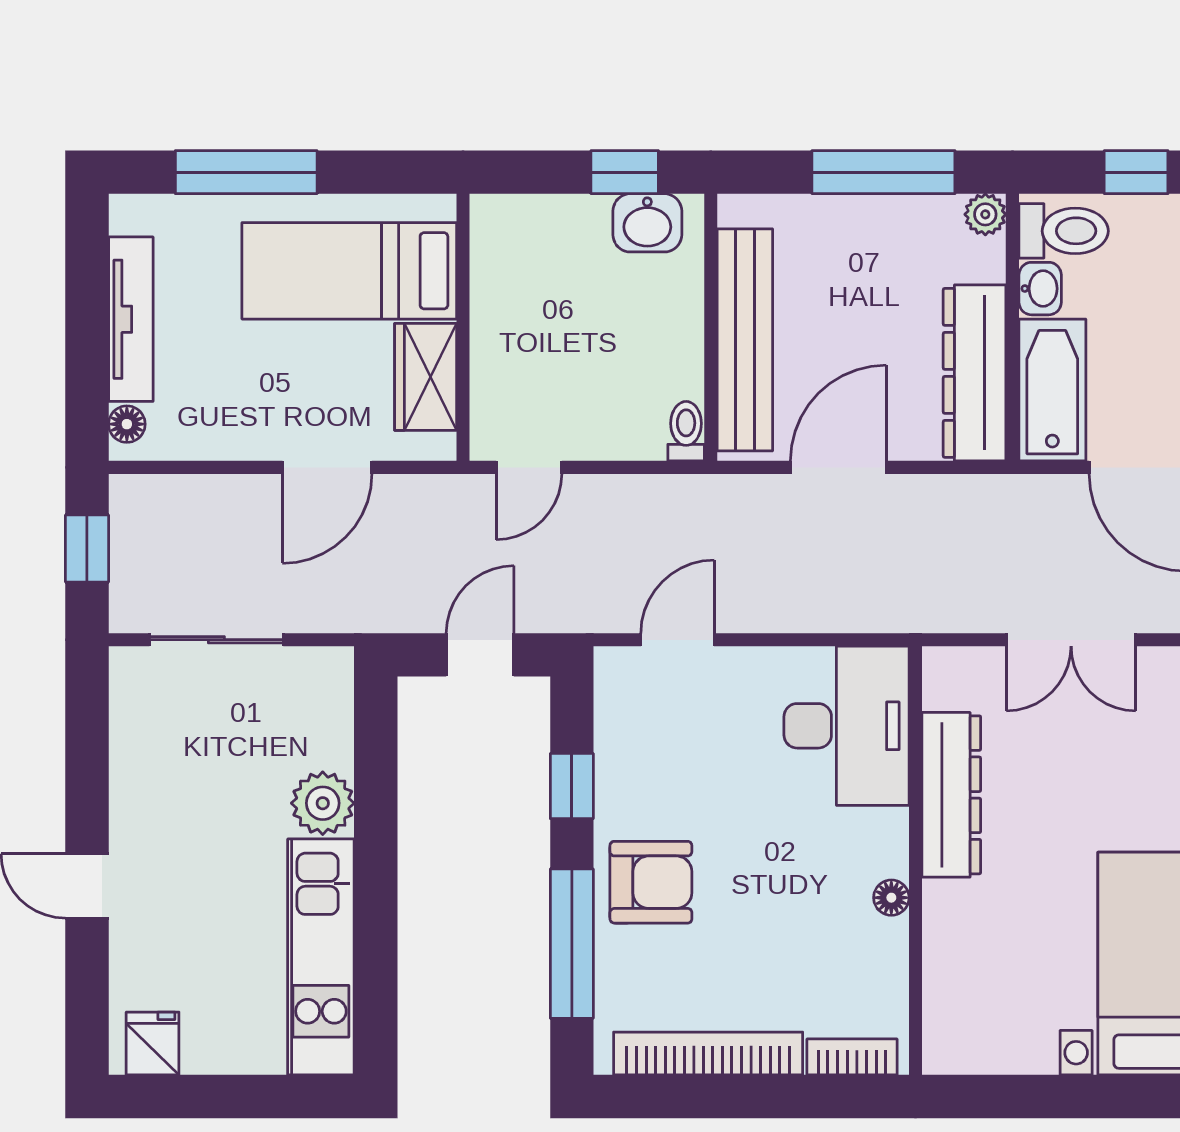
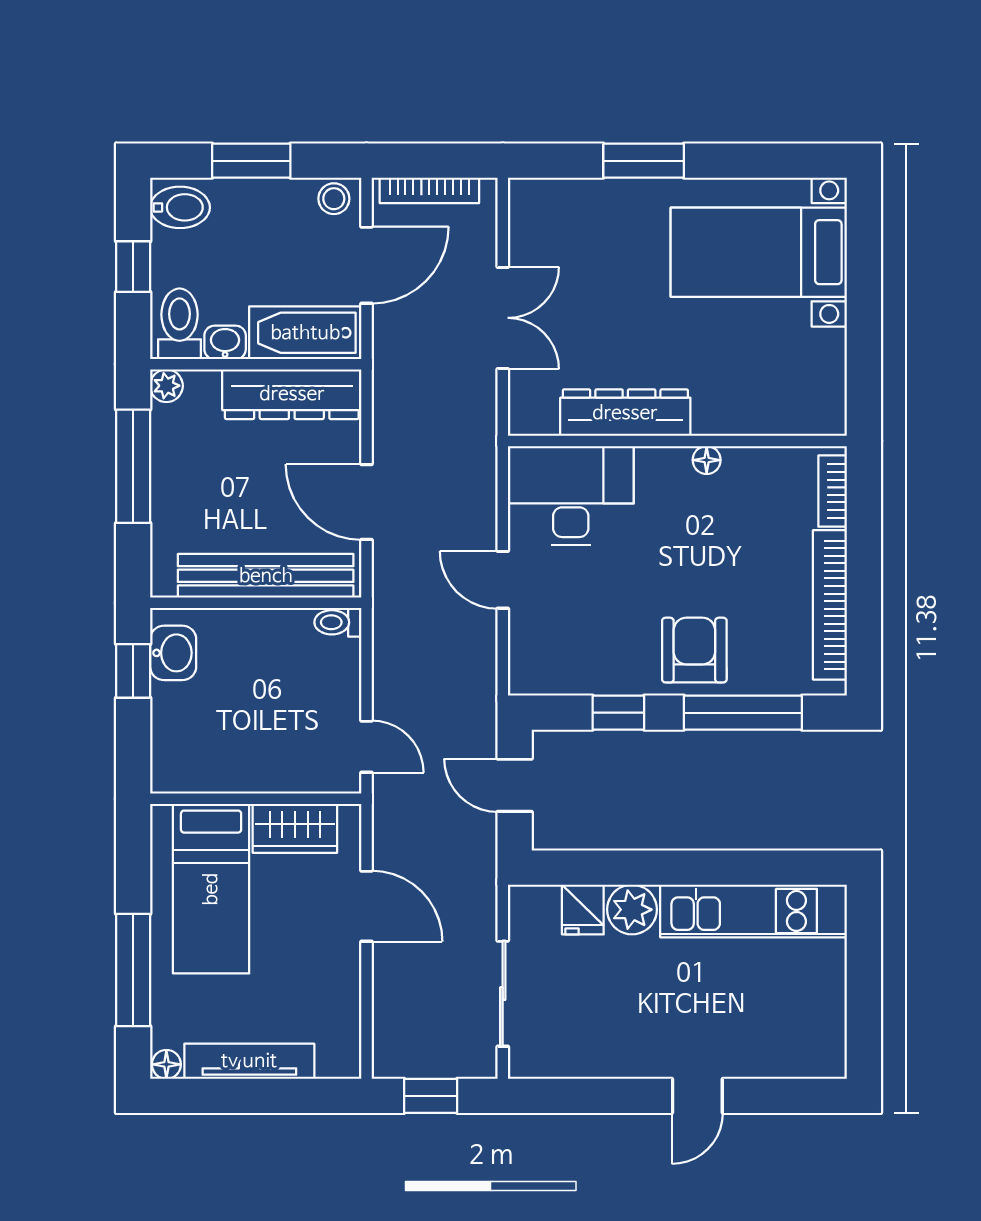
floor lamp: (127, 424) -> (166, 1064), moved
door: (677, 640) -> (503, 580), moved
fridge: (153, 1044) -> (583, 910), moved, turned -90

